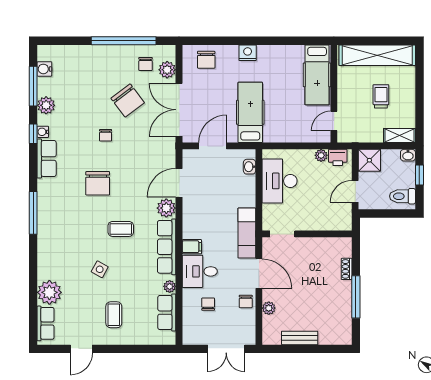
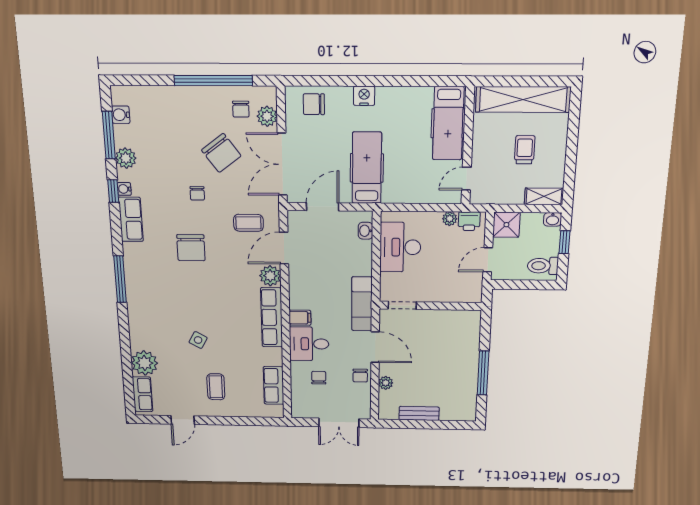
chair: (206, 60) -> (314, 104), turned 90
coffee table: (121, 229) -> (248, 223), moved
shoe rack: (347, 269) -> (474, 344), removed
plant: (170, 286) -> (276, 359), removed

